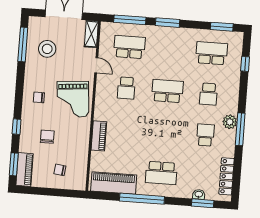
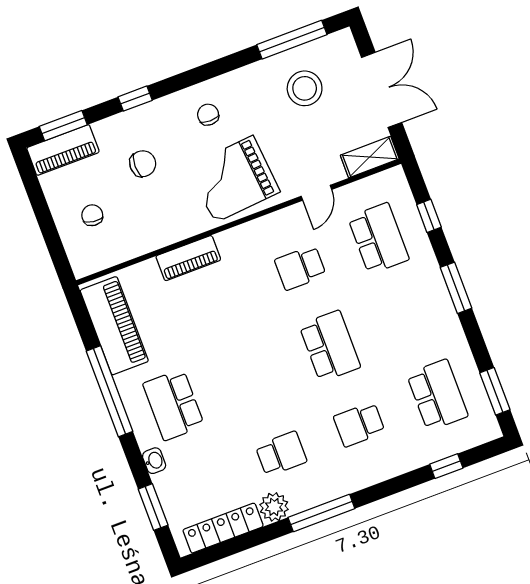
window: (130, 20) -> (429, 216), width x0.46
plant: (230, 122) -> (274, 507), moved
washbasin: (199, 194) -> (154, 461), moved

